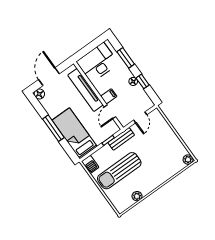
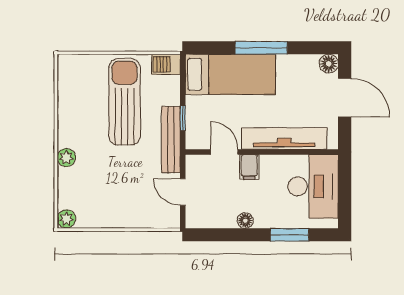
window: (143, 81) -> (235, 235), removed
bench: (121, 139) -> (171, 140), width x1.36
plant: (137, 196) -> (66, 158), moved

